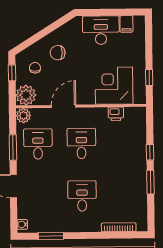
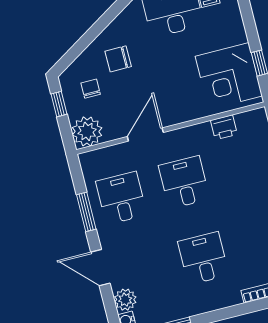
corner desk: (114, 86) -> (229, 76), moved, turned -90
plant: (23, 116) -> (125, 300), moved

